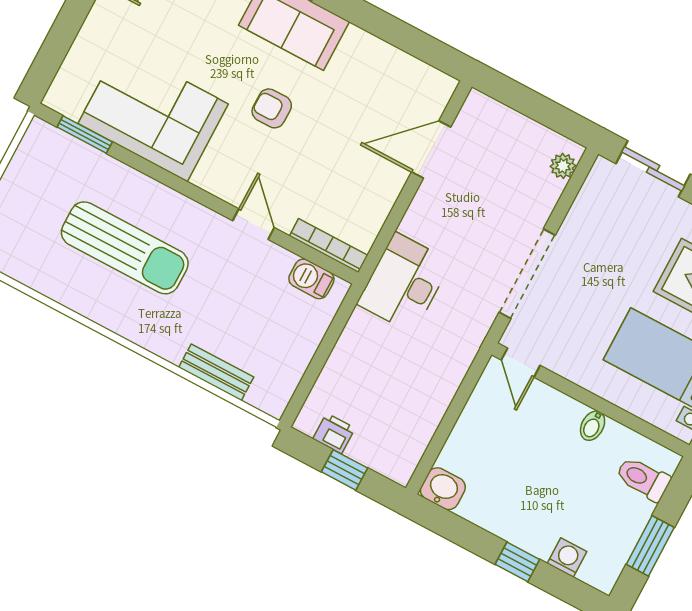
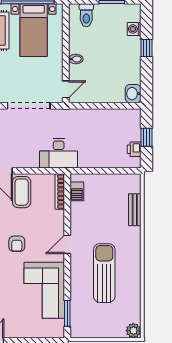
coffee table: (367, 171) -> (22, 192), added
door: (253, 224) -> (67, 244), moved
bidet: (593, 426) -> (76, 59), moved

